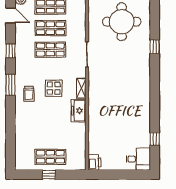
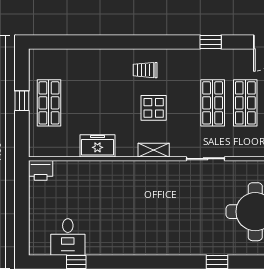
window: (11, 85) -> (159, 42), removed
freezer: (78, 111) -> (97, 146), moved
desk: (138, 159) -> (68, 237), moved

